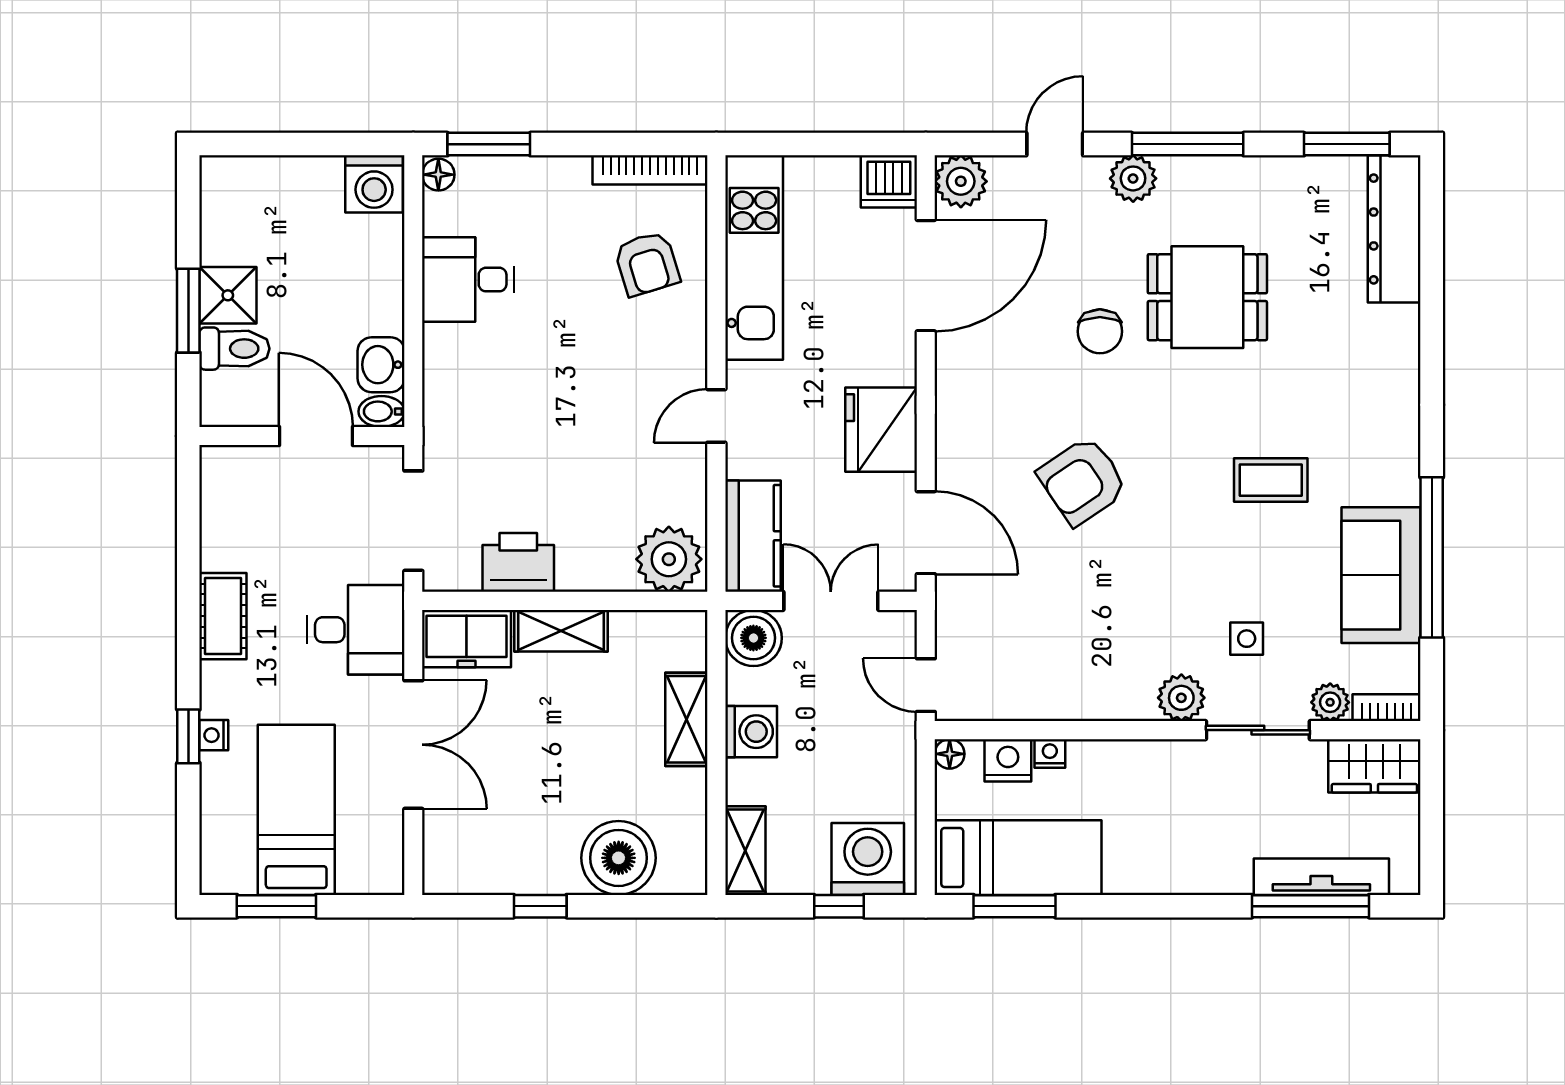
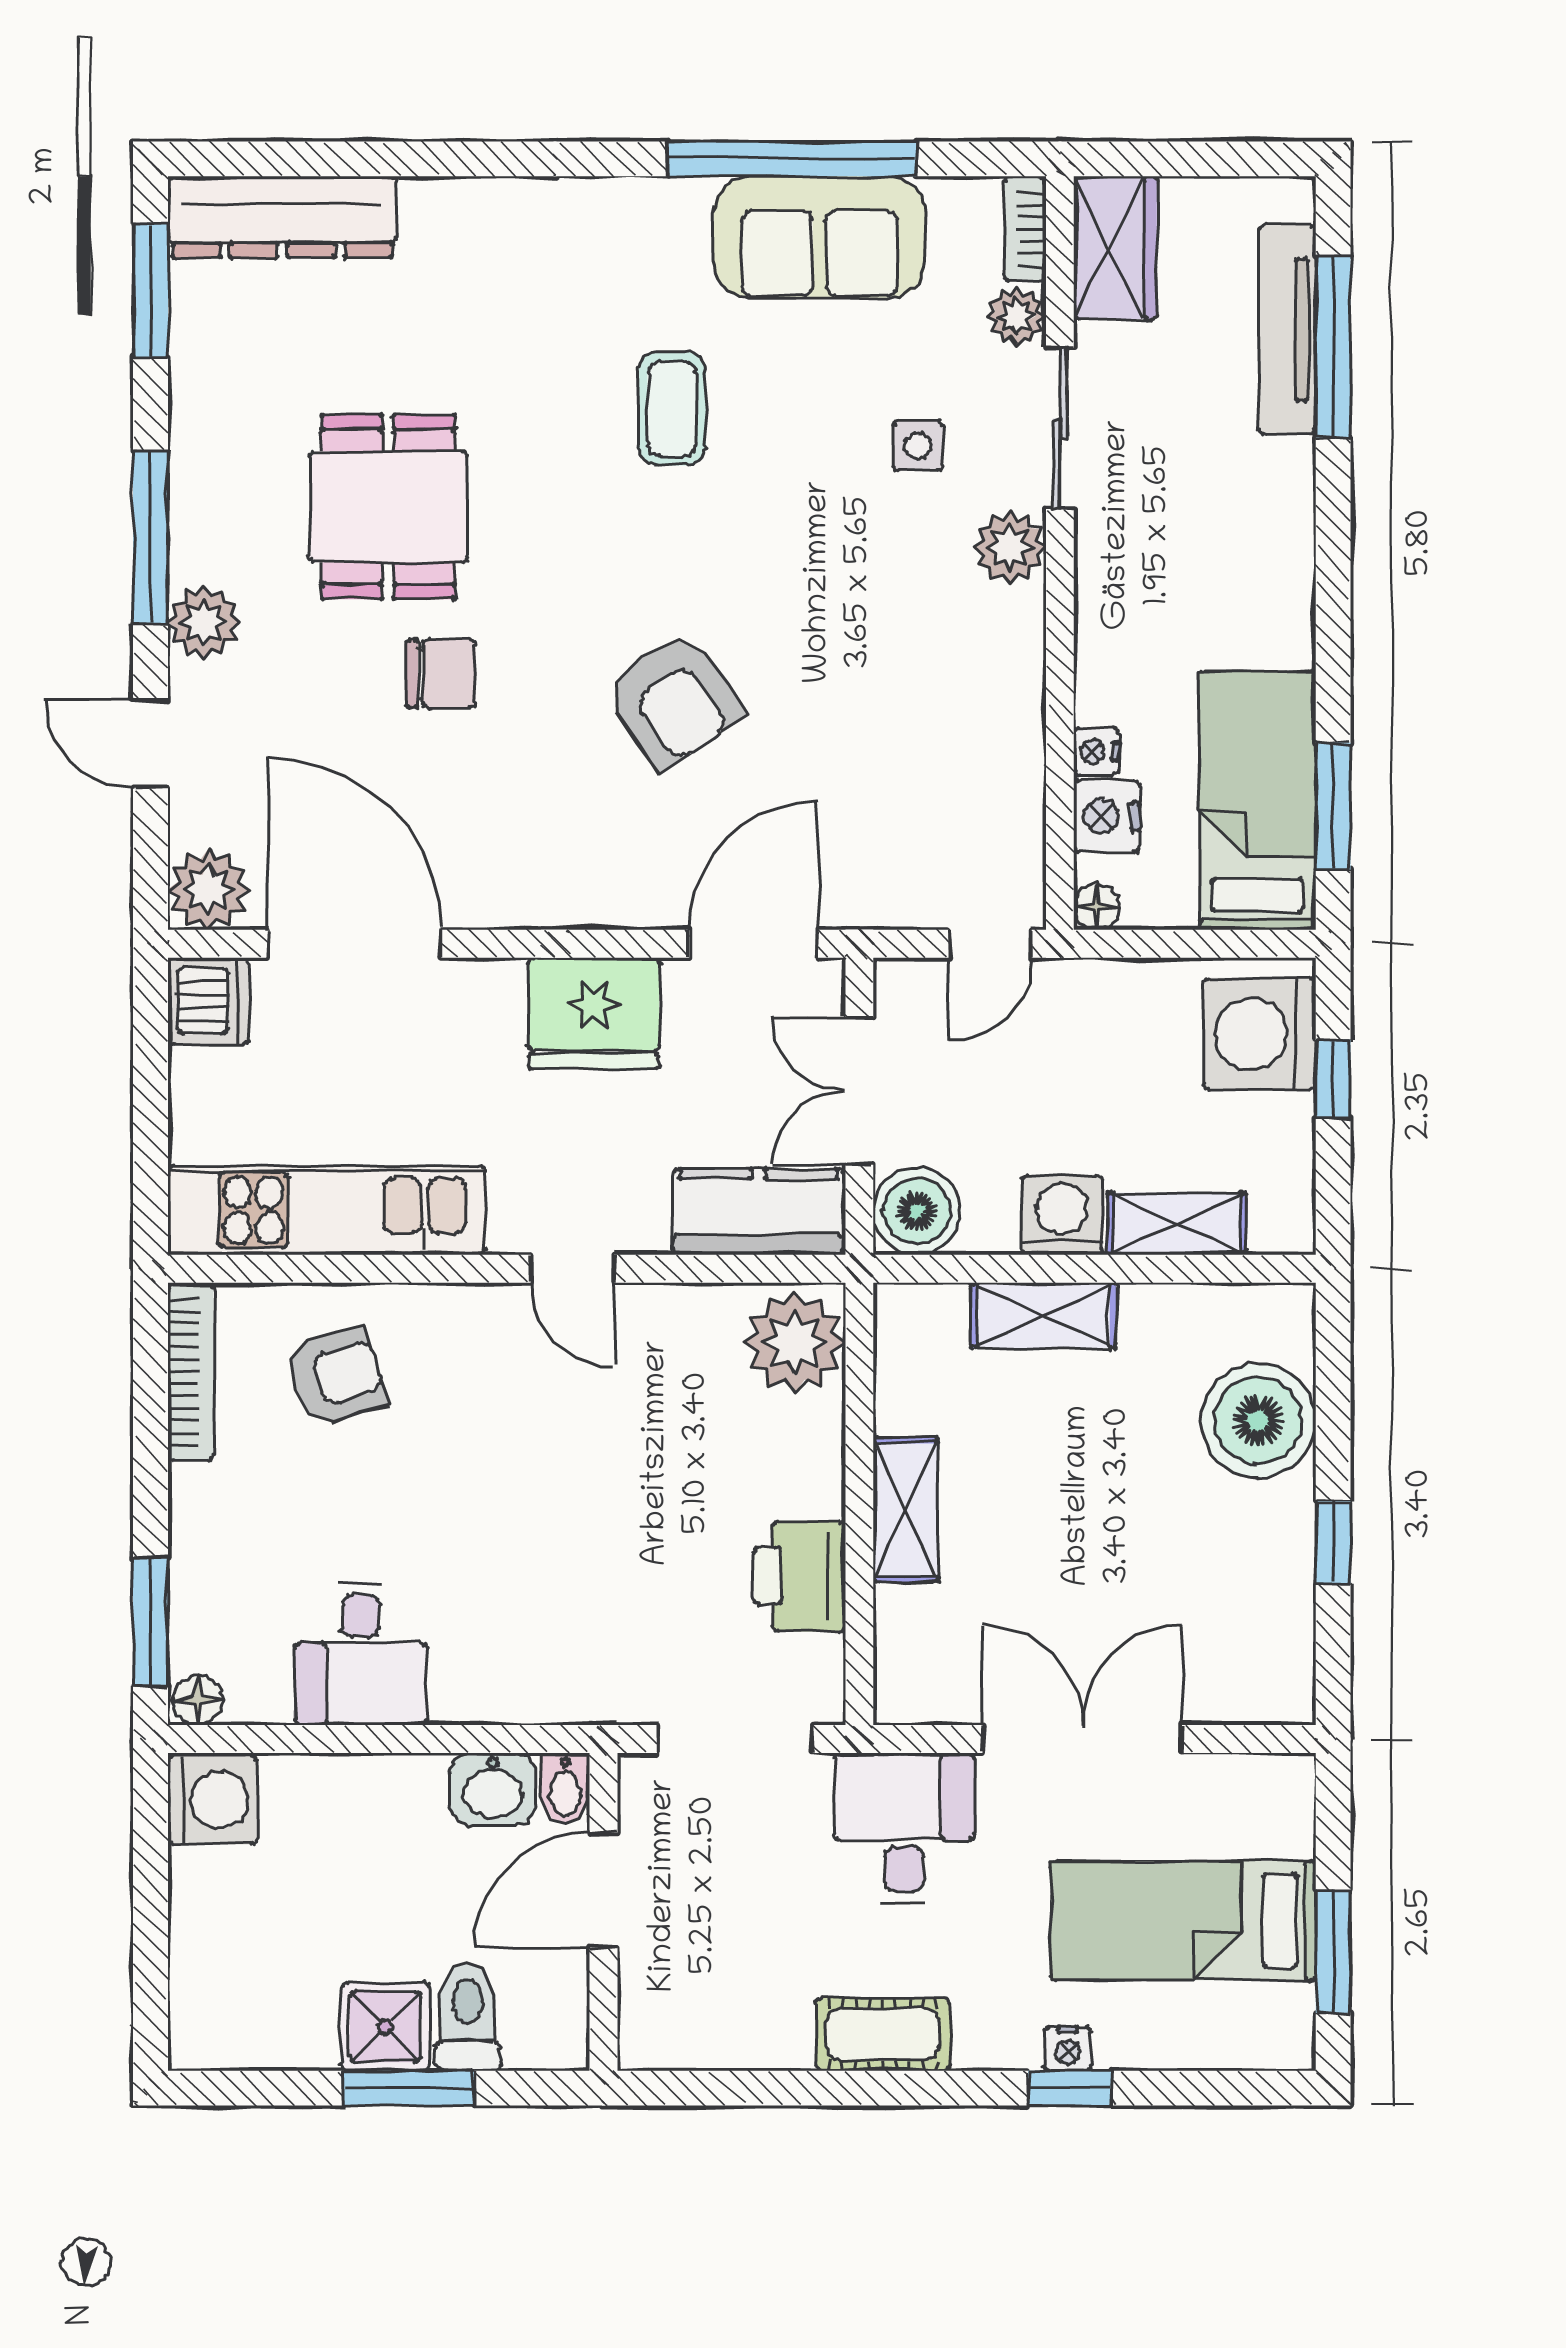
freezer: (467, 639) -> (918, 1656), removed
shelving: (745, 851) -> (1177, 1224), moved

